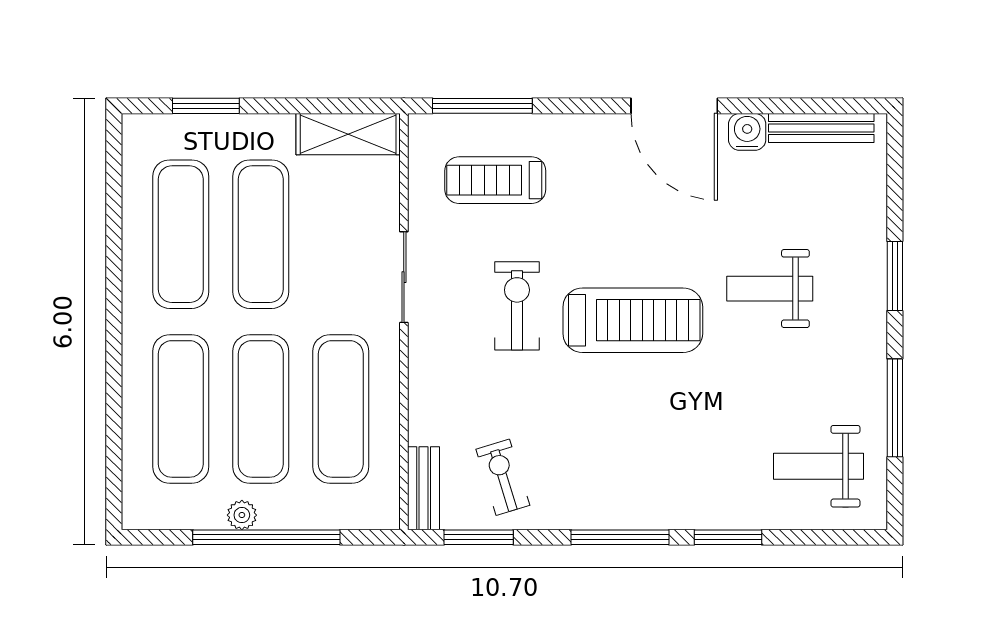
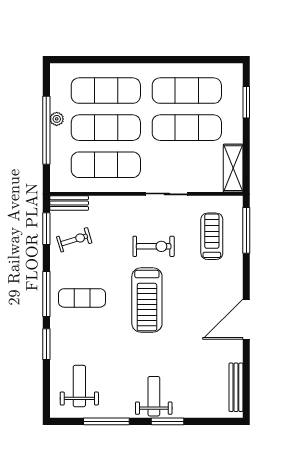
water cooler: (747, 132) -> (234, 353), removed
weight bench: (770, 289) -> (154, 396), moved
exercise mat: (628, 460) -> (82, 298), added

